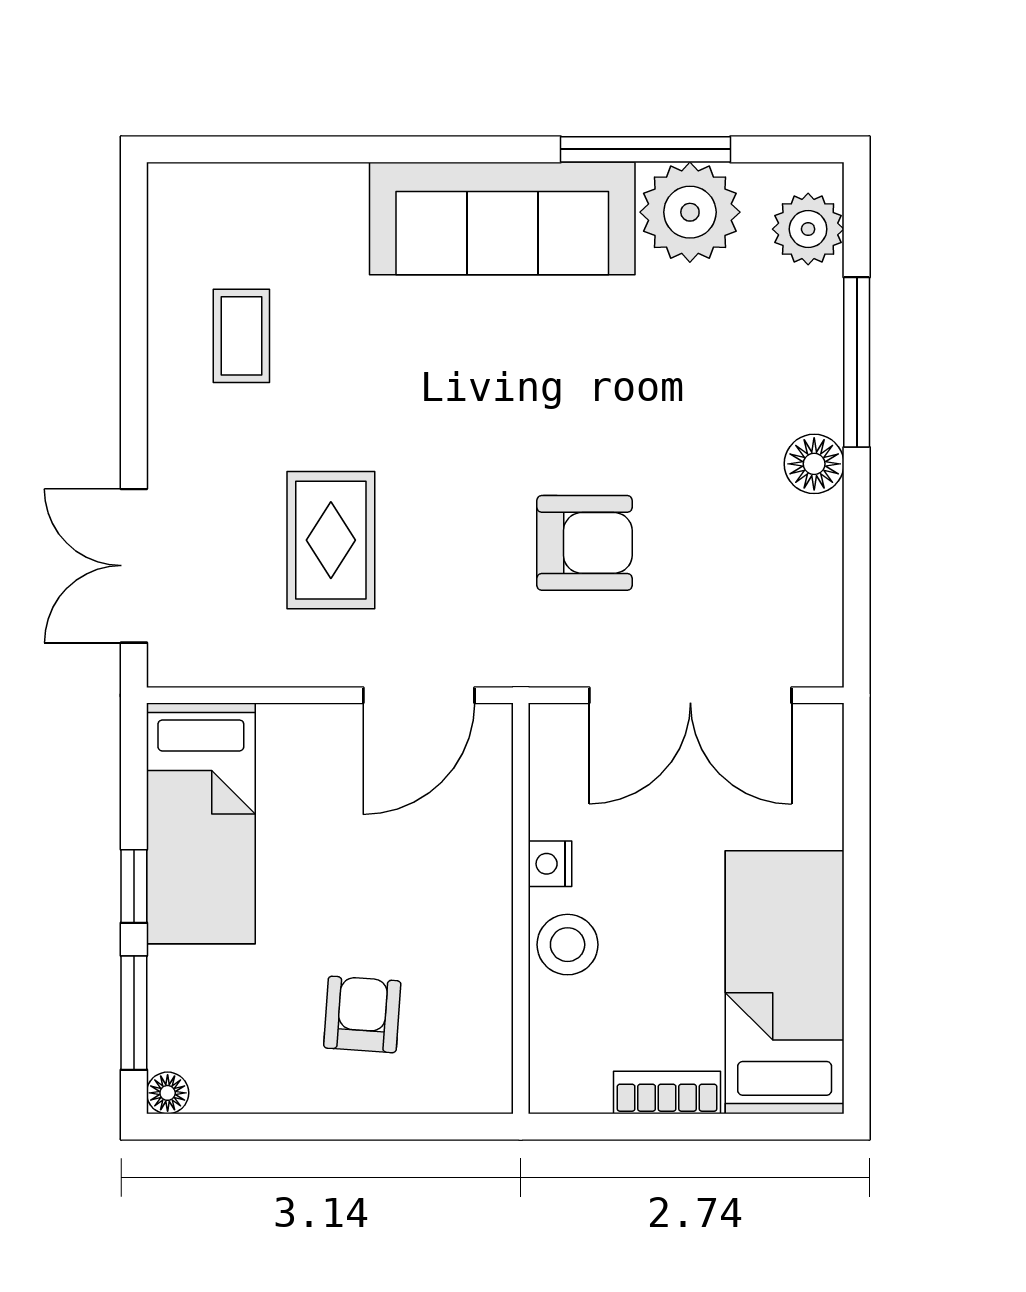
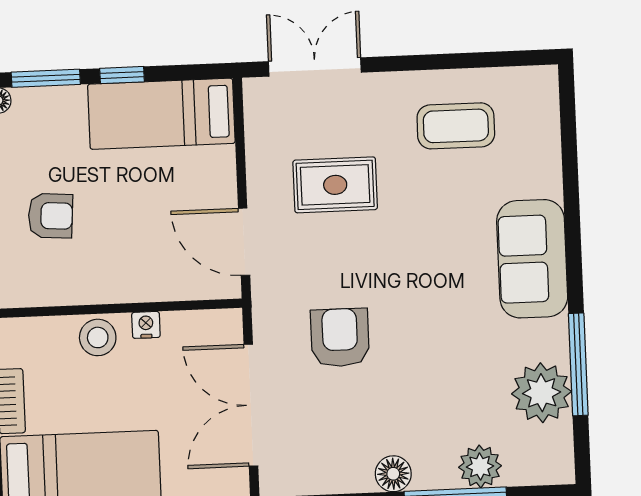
sofa: (502, 218) -> (532, 259), width x0.73
plant: (808, 229) -> (480, 466), moved
coffee table: (241, 336) -> (456, 126), width x1.36, depth x1.30
armchair: (585, 543) -> (340, 338), turned 180

